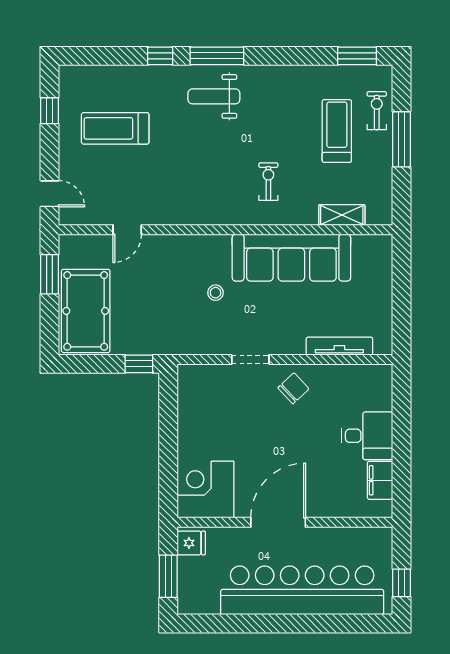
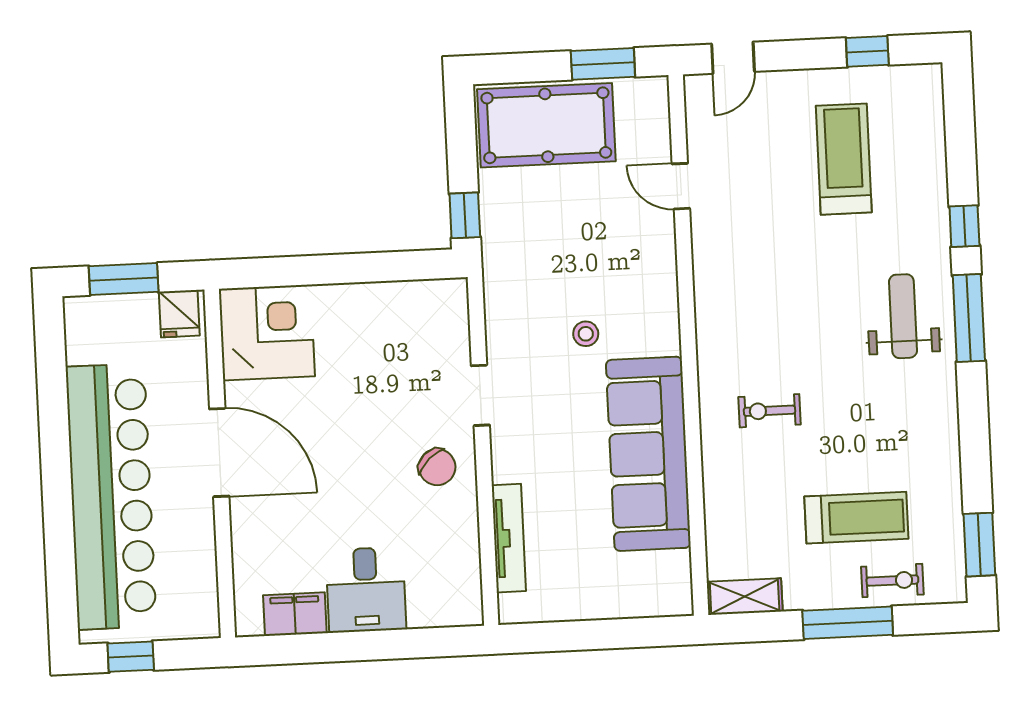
exercise bike: (268, 182) -> (769, 411), turned 180
shelving: (342, 215) -> (745, 597), moved, turned 90

